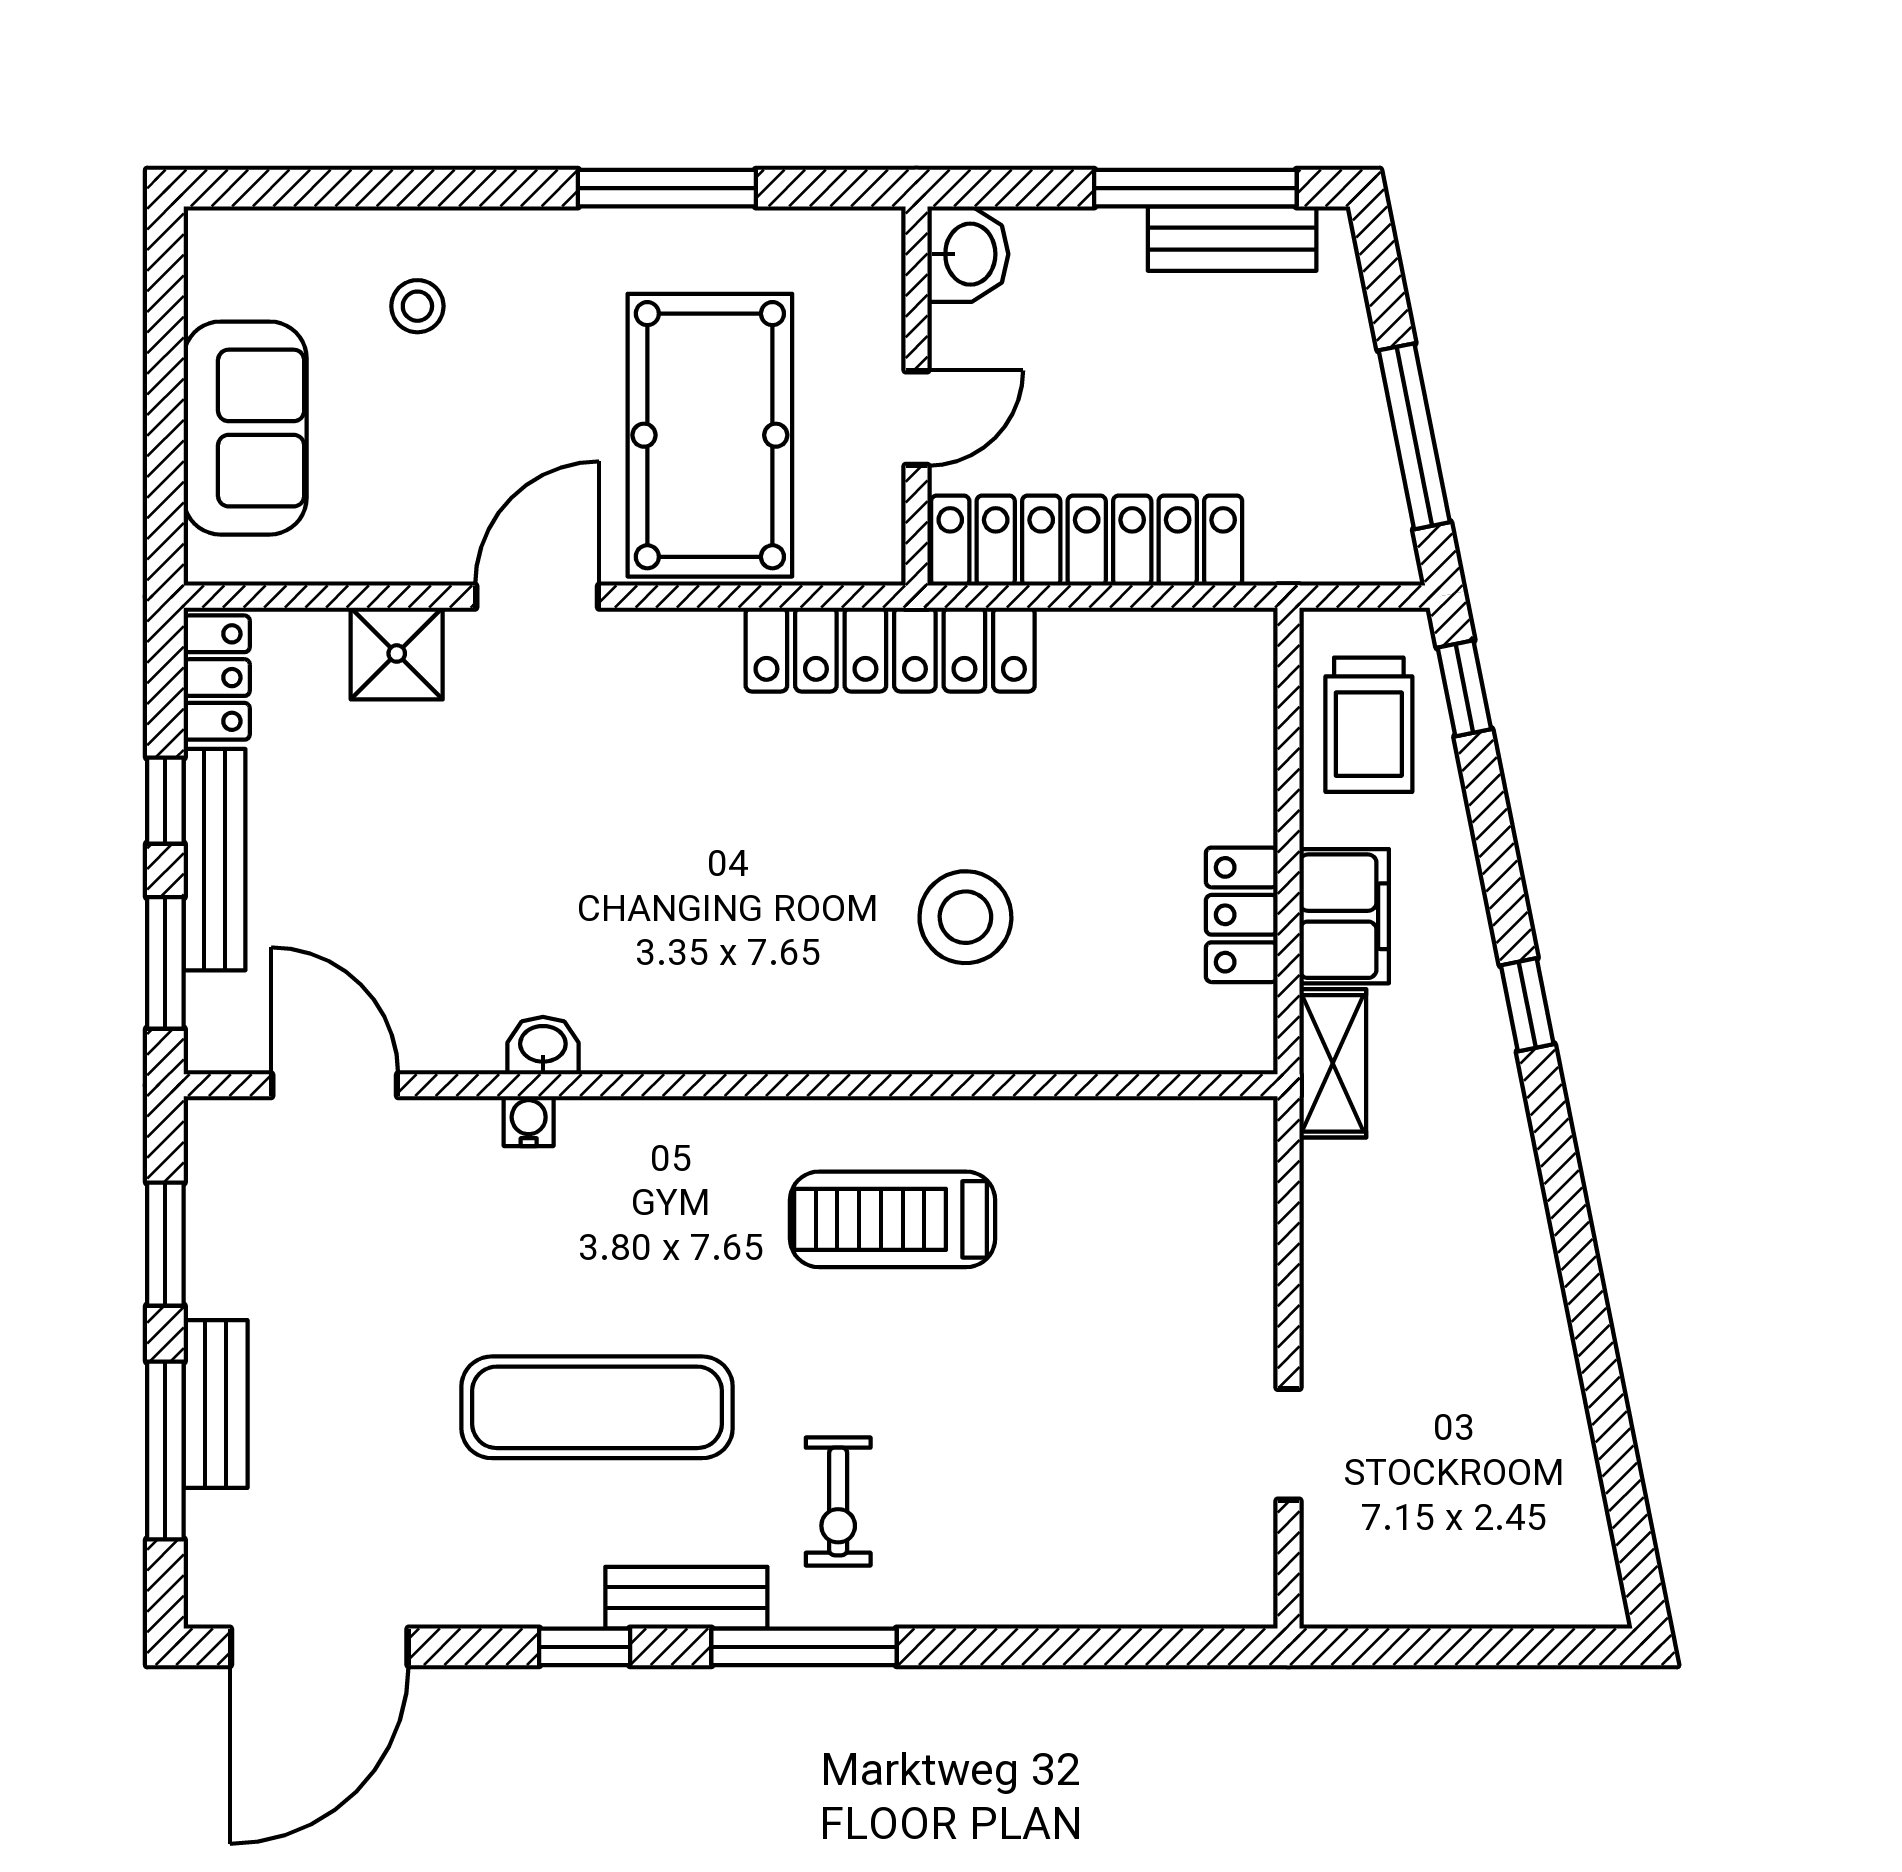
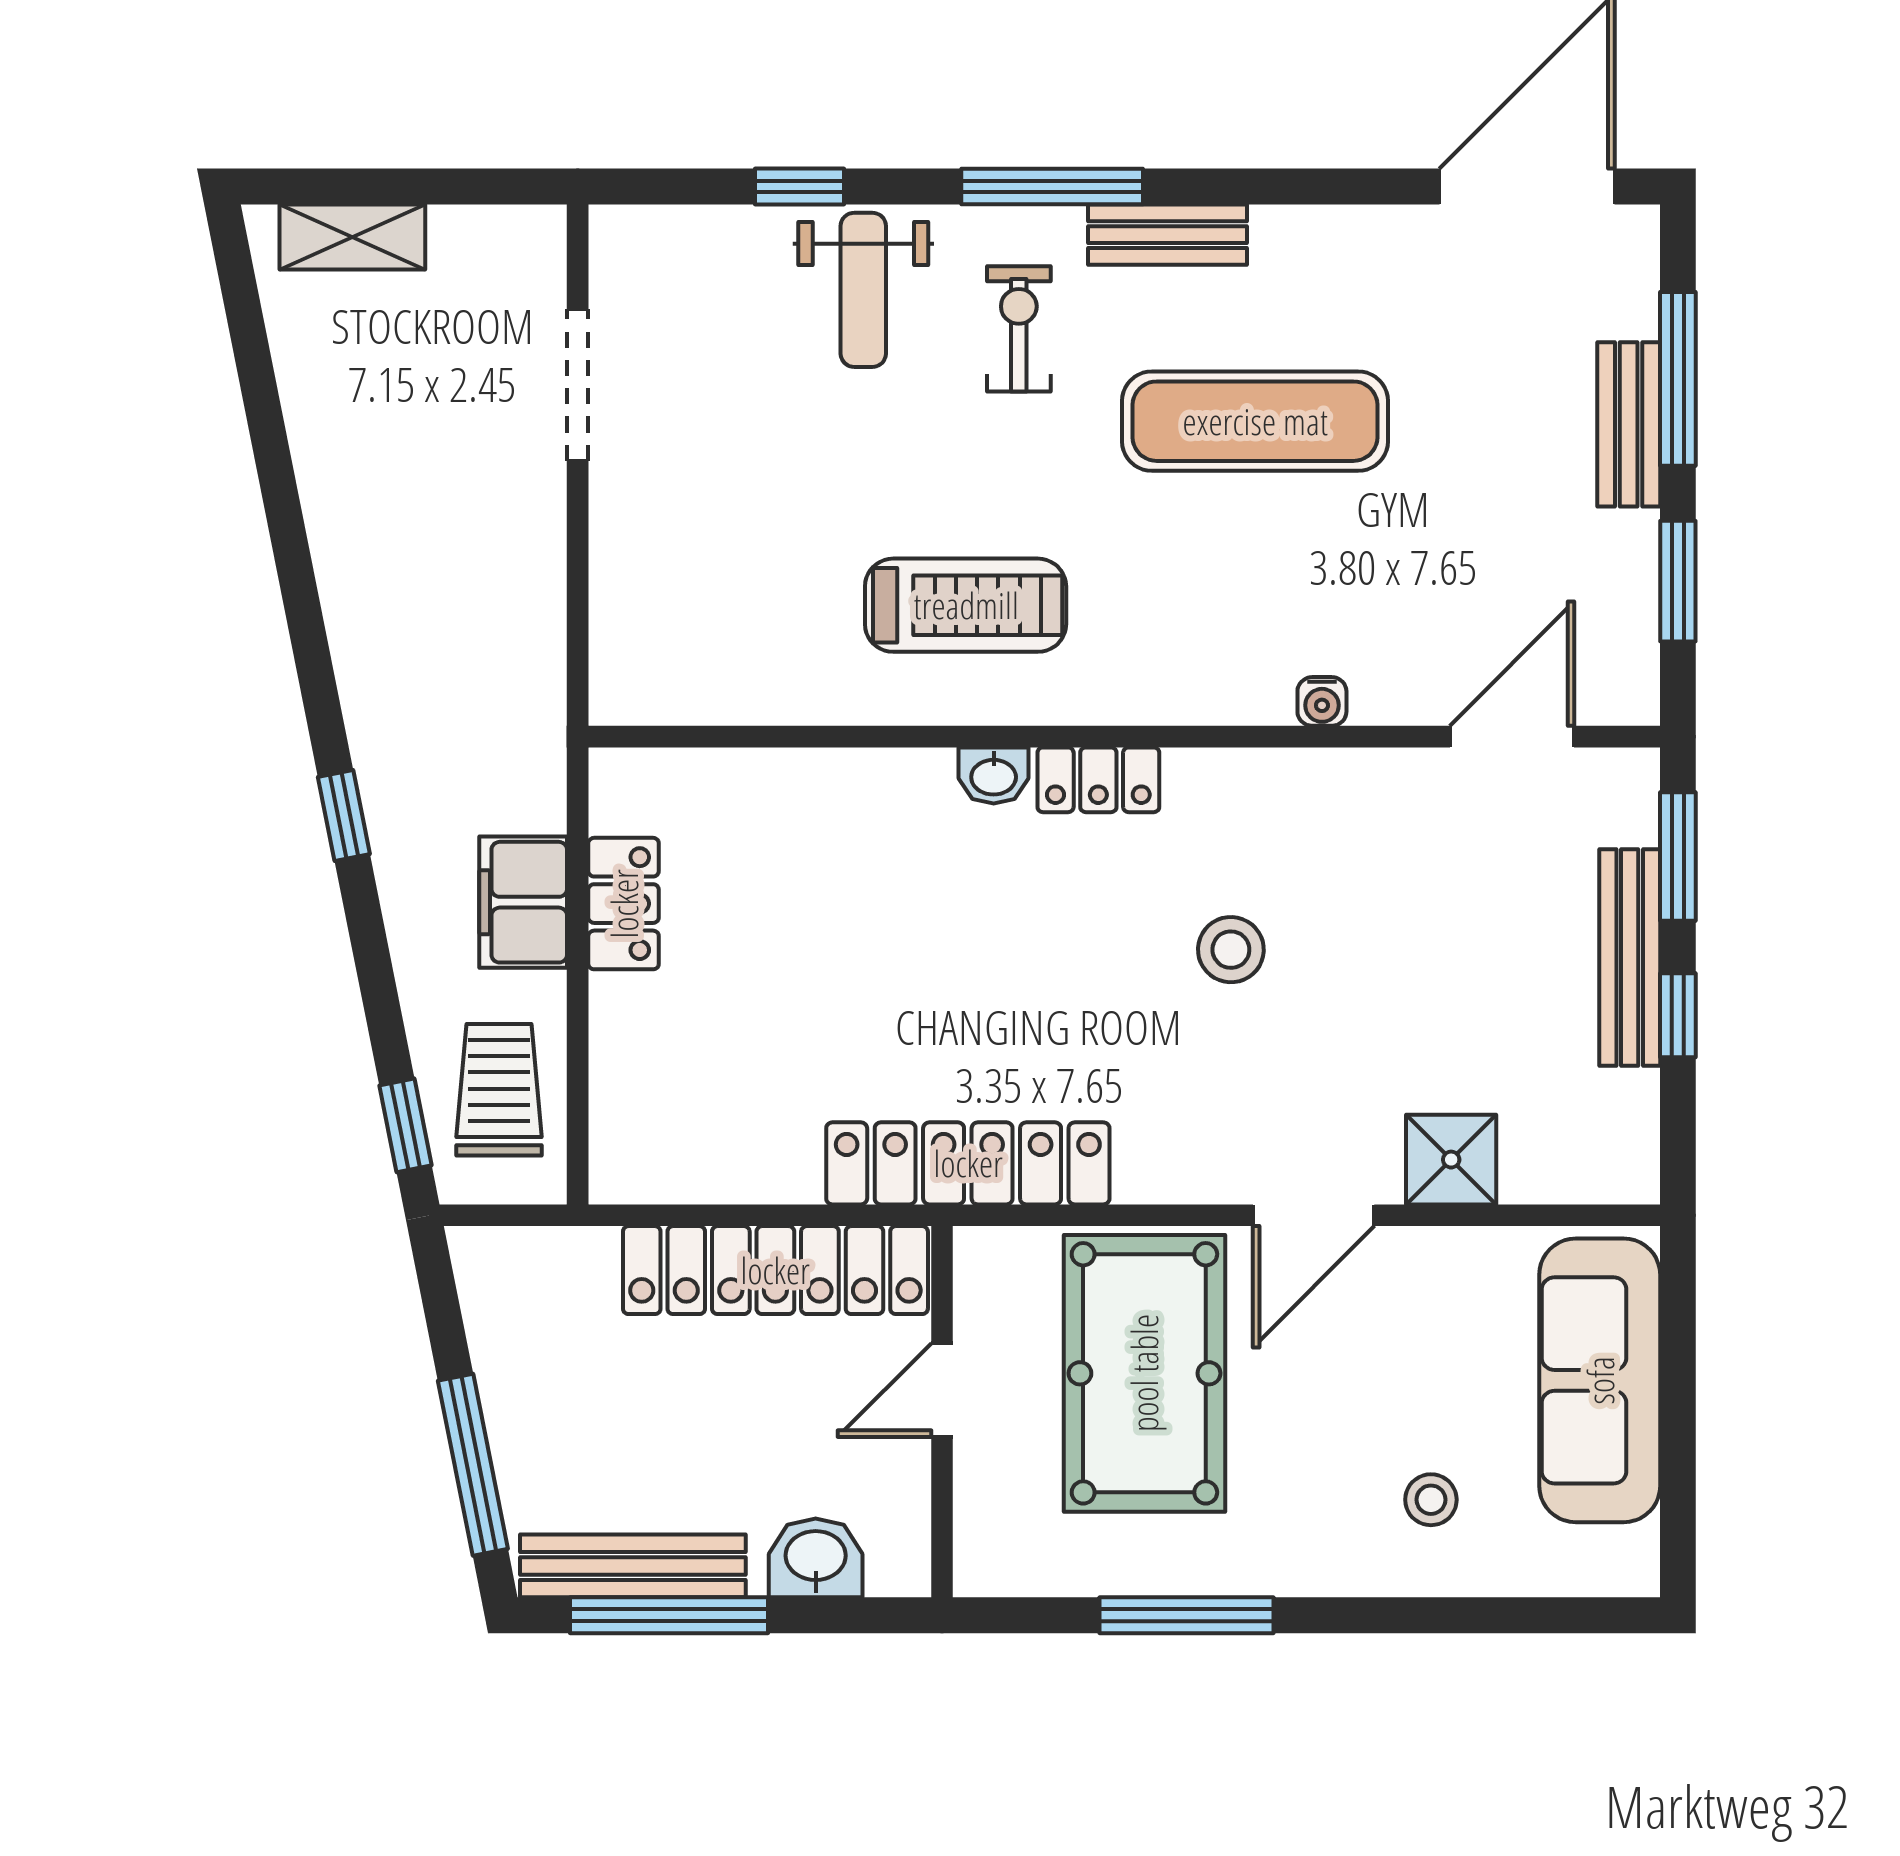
bench: (1232, 239) -> (633, 1566), width x1.36
washbasin: (968, 254) -> (816, 1558), moved, turned 90
sofa: (245, 428) -> (1600, 1380), width x1.36
window: (1414, 436) -> (473, 1465), moved
locker: (217, 678) -> (1098, 780), moved, turned -90
stool: (965, 917) -> (1231, 950), moved, width x0.73, depth x0.73
washbasin: (543, 1046) -> (994, 775), moved
shelving: (1333, 1063) -> (352, 237), moved, turned 90
door: (335, 1085) -> (1512, 737), swing flipped
doorway: (1289, 1444) -> (578, 385), width x1.38
weight bench: (997, 1541) -> (863, 290), added
window: (585, 1647) -> (800, 186), moved

